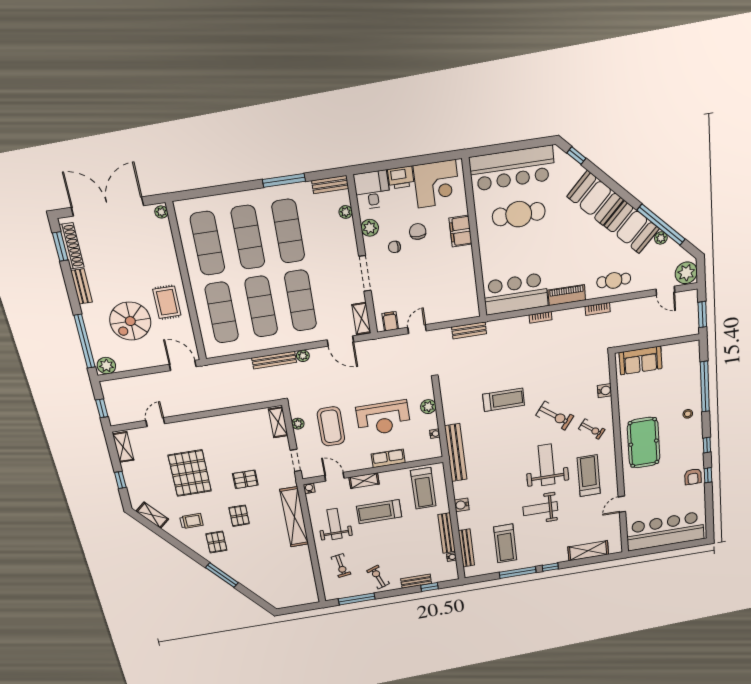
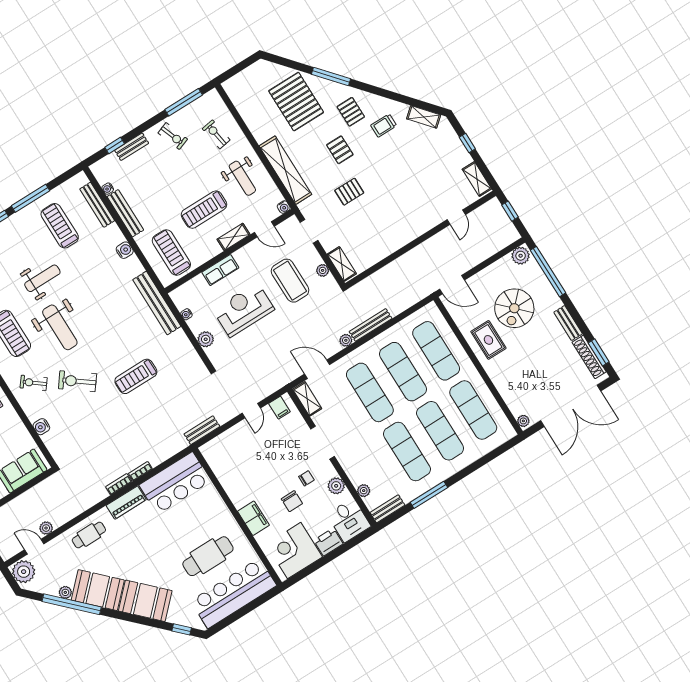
plant: (647, 303) -> (46, 528), added
bookcase: (598, 309) -> (119, 484), moved
spiral stairs: (130, 321) -> (514, 308), turned 180
pallet: (190, 473) -> (296, 102), moved
treadmill: (379, 512) -> (204, 210), turned 180

